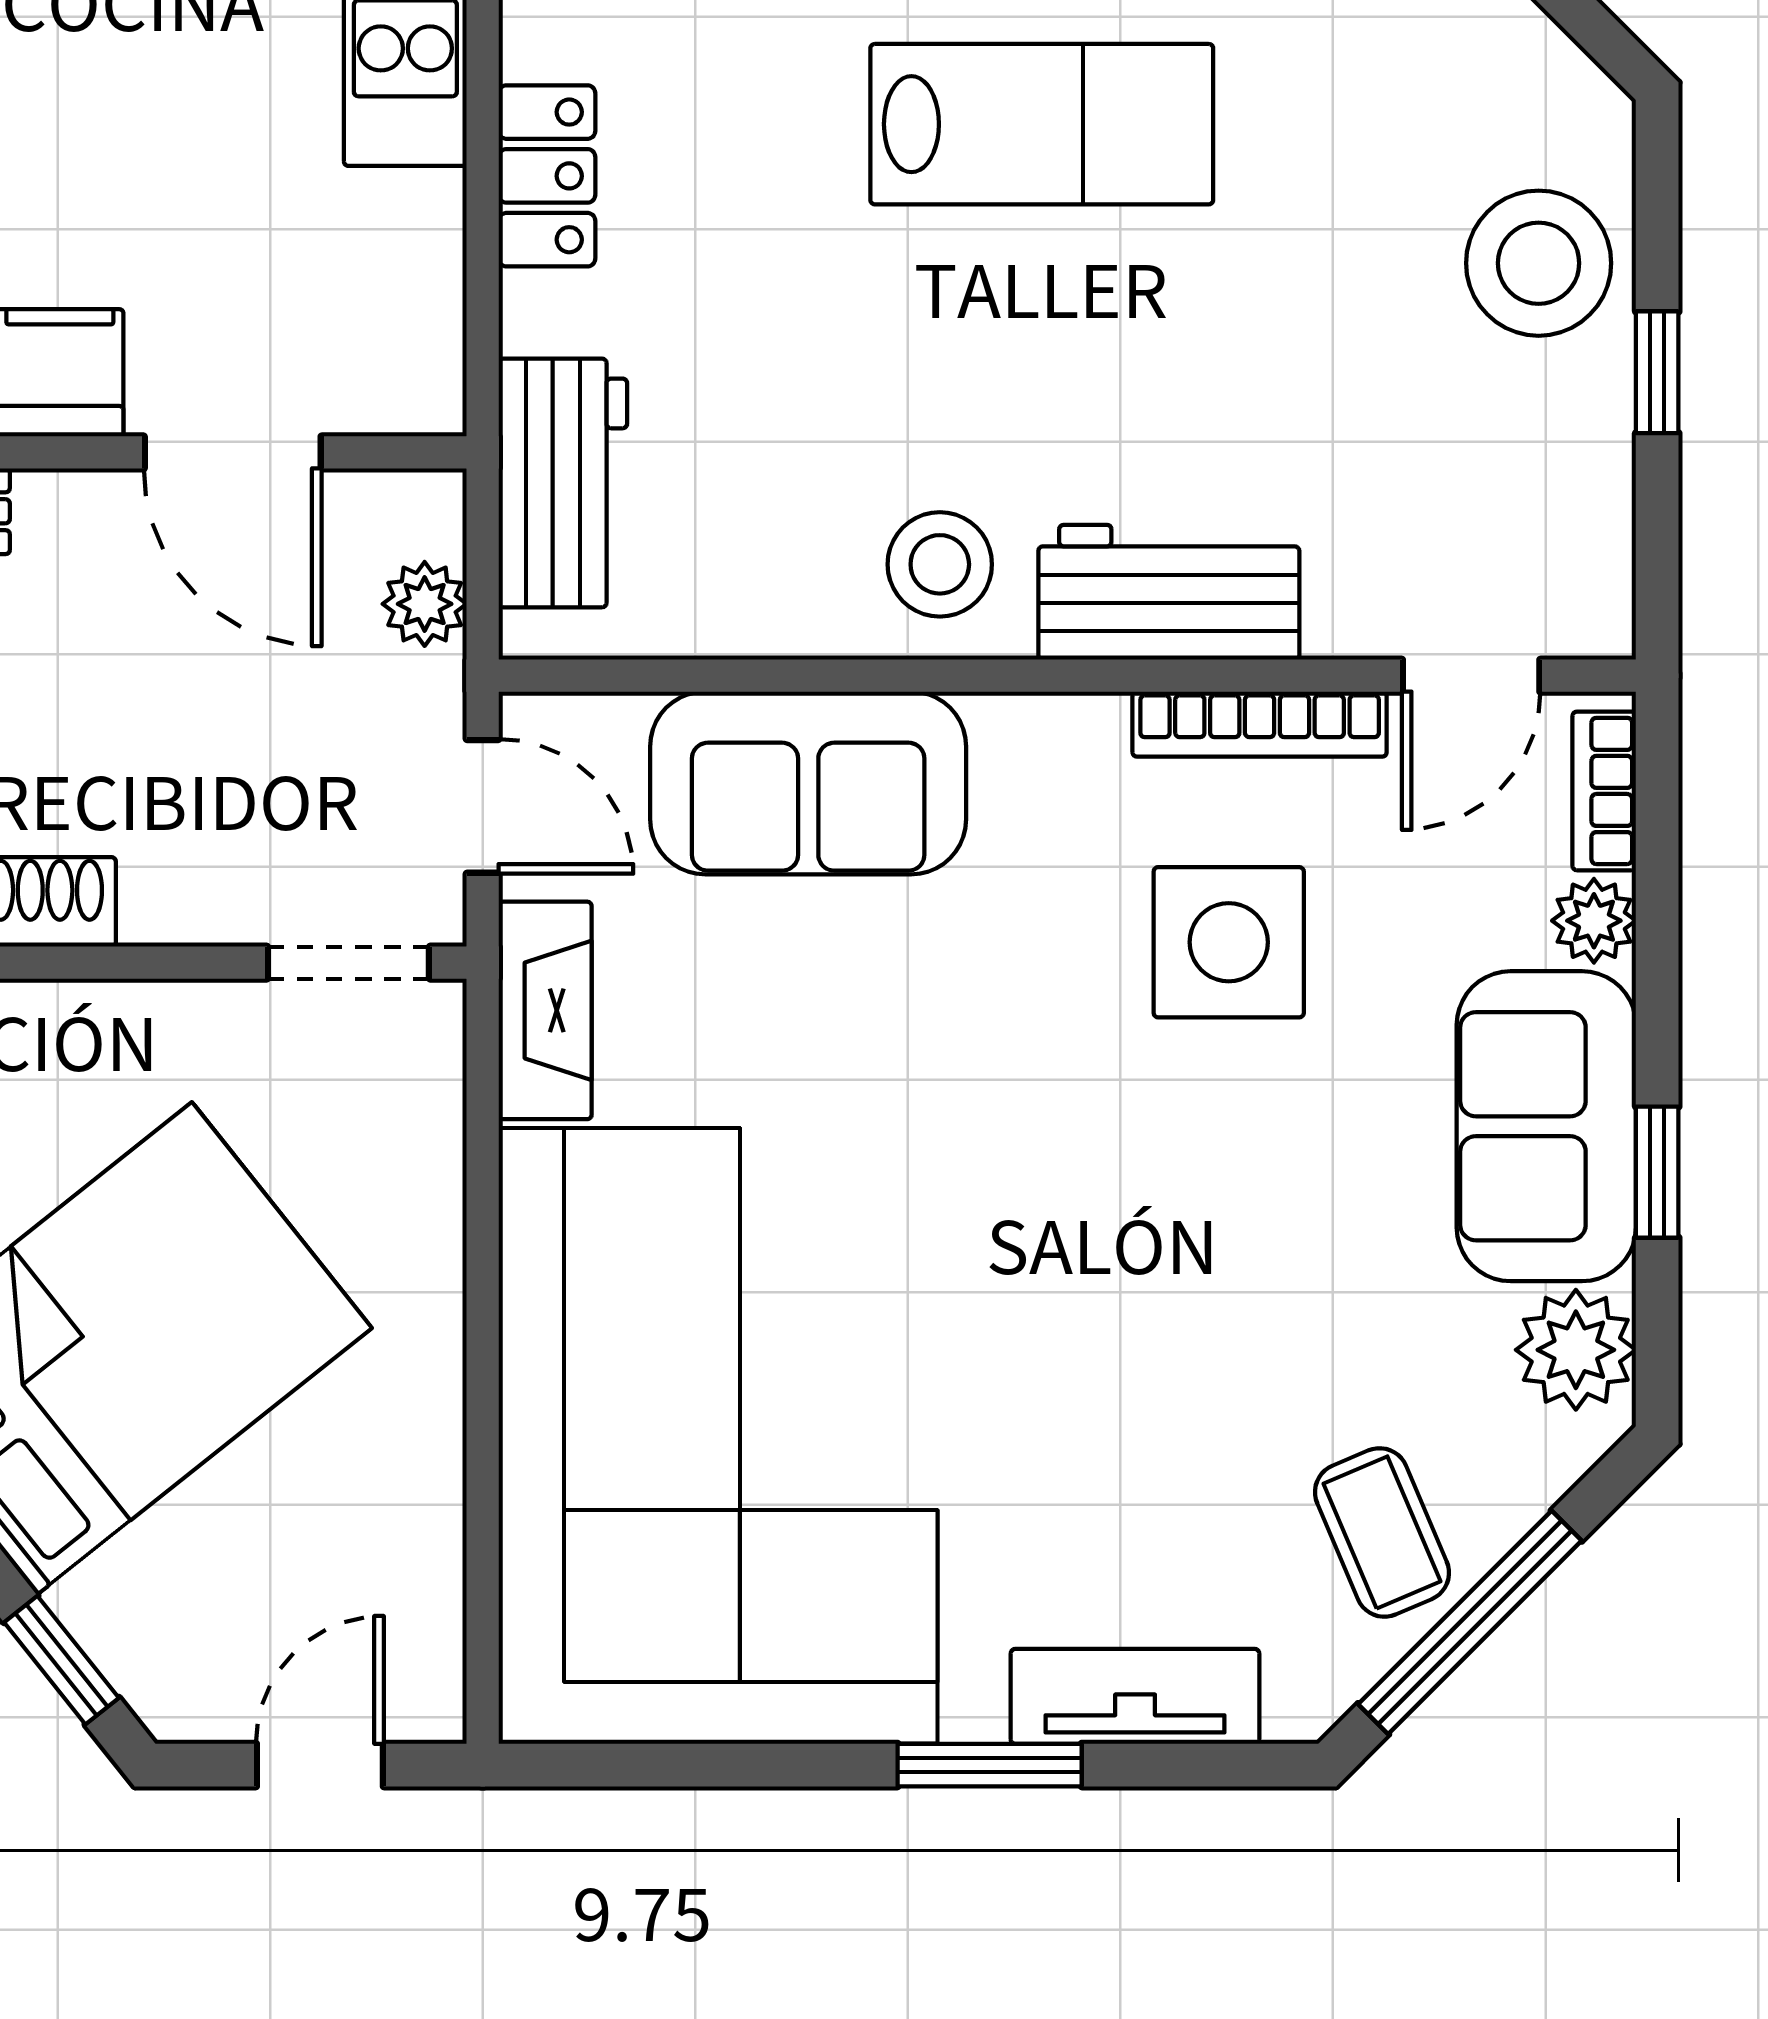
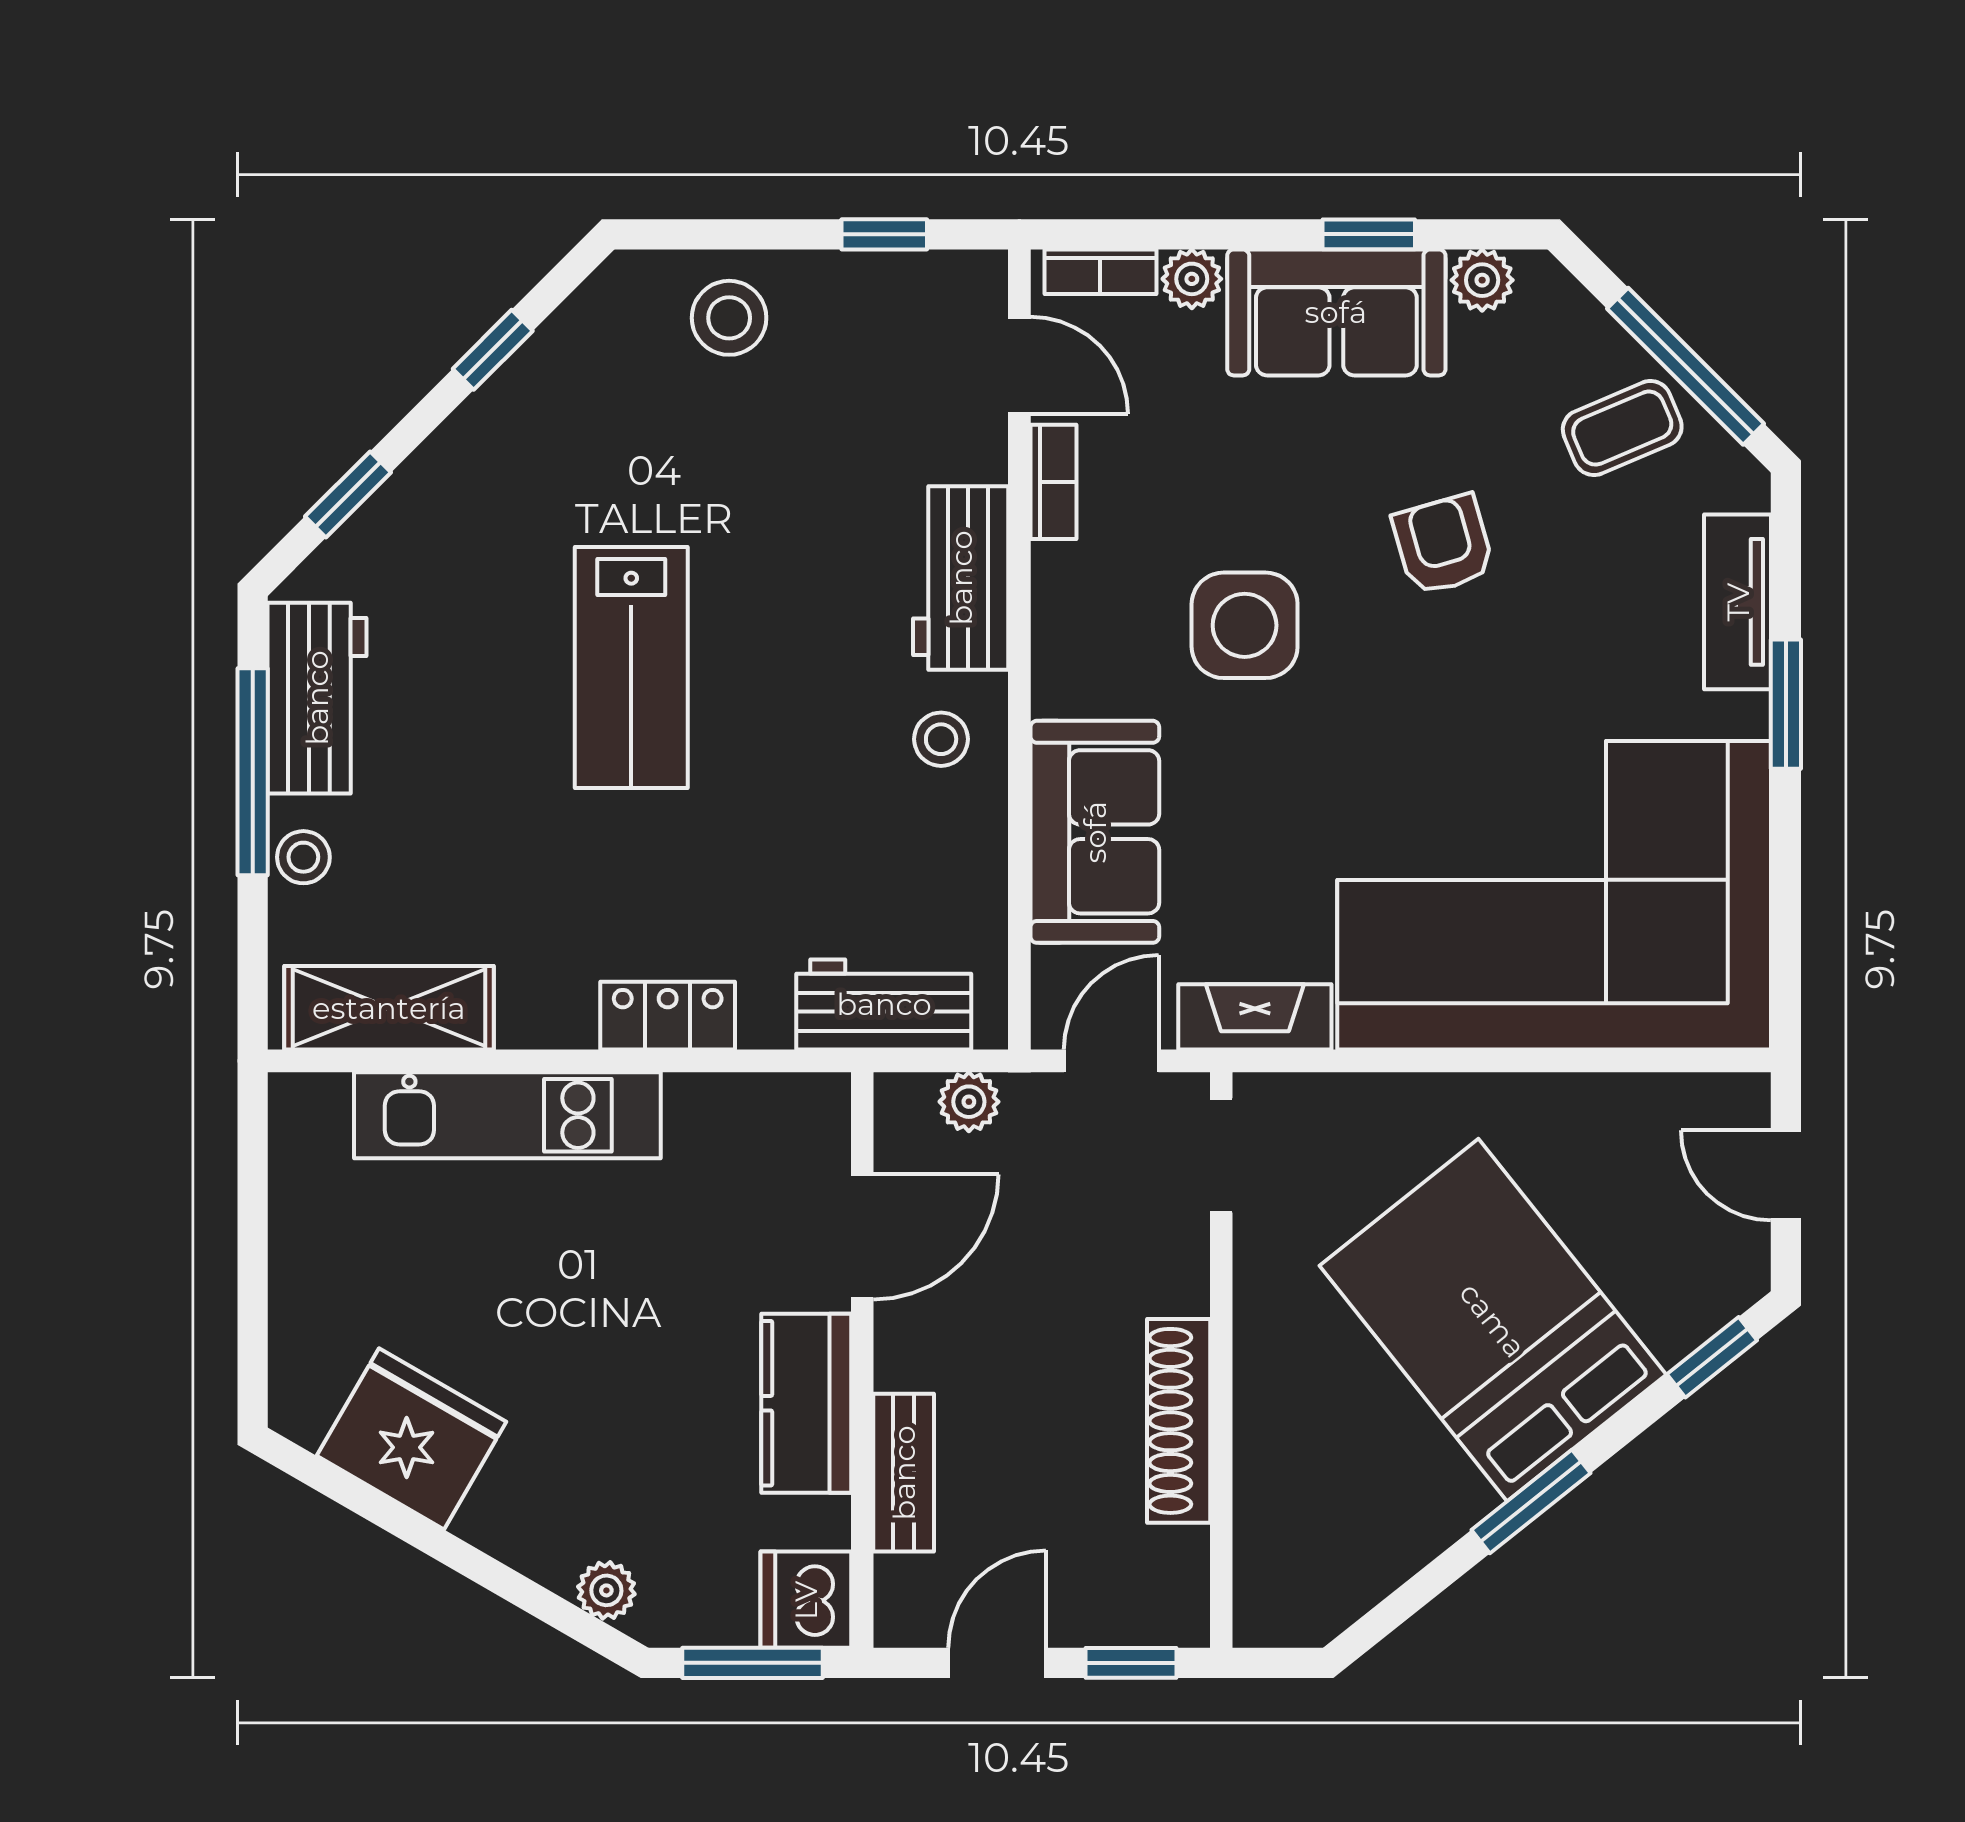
lab bench: (1042, 124) -> (631, 667), turned 180
stool: (1539, 263) -> (729, 318), width x0.73, depth x0.73
window: (1657, 372) -> (884, 234), moved
stool: (940, 564) -> (941, 739), width x0.73, depth x0.73
bookcase: (1260, 724) -> (1053, 482), width x0.64
side table: (1229, 942) -> (1245, 625), moved
armchair: (1216, 1278) -> (1443, 545), added
plant: (1576, 1350) -> (1482, 280), width x0.73, depth x0.73

